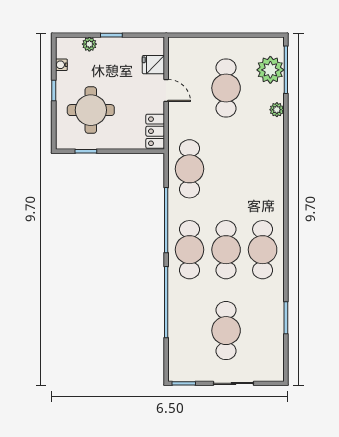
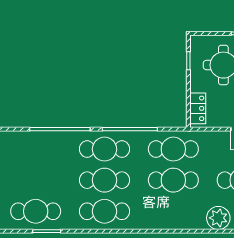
plant: (277, 110) -> (218, 218), width x1.88, depth x1.88
locker: (155, 131) -> (198, 108), moved, turned 90
cafe table: (226, 169) -> (173, 180), added
cafe table: (226, 331) -> (36, 211), moved

